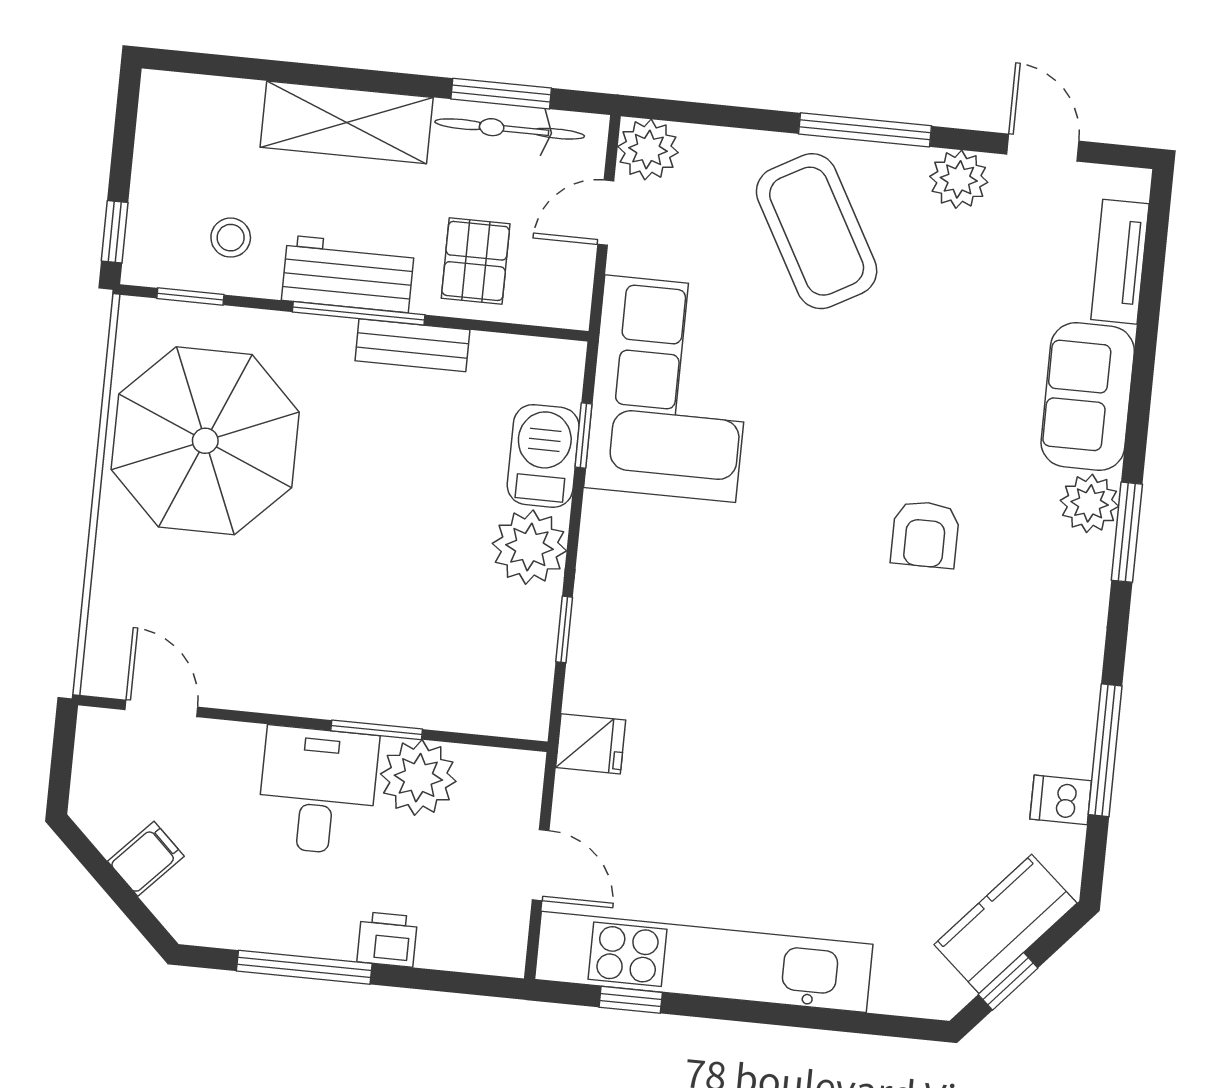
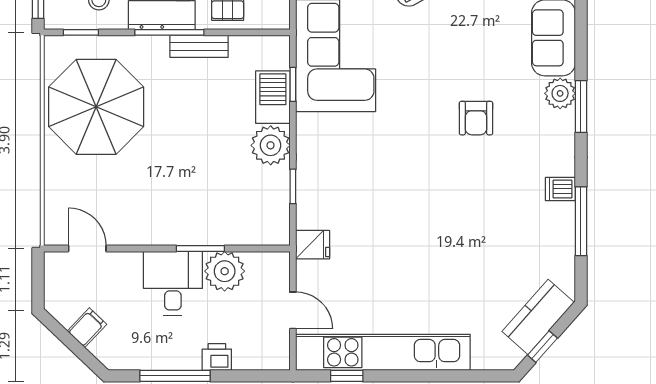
dishwasher: (1061, 800) -> (560, 189), moved

